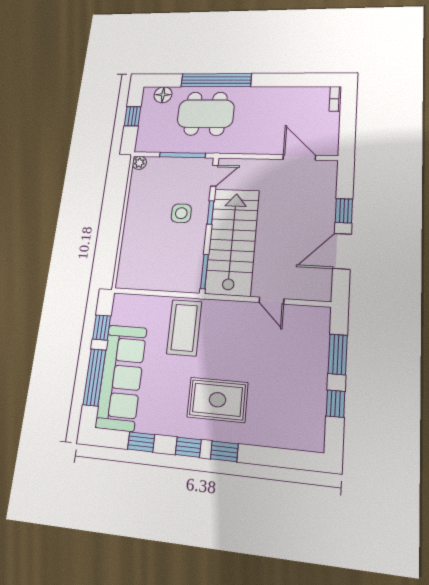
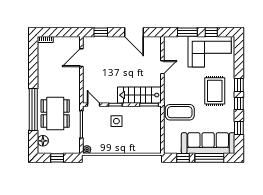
window: (344, 211) -> (101, 32), moved
stairs: (232, 241) -> (139, 95), width x0.73, depth x0.66
corner sofa: (296, 396) -> (210, 52), added

